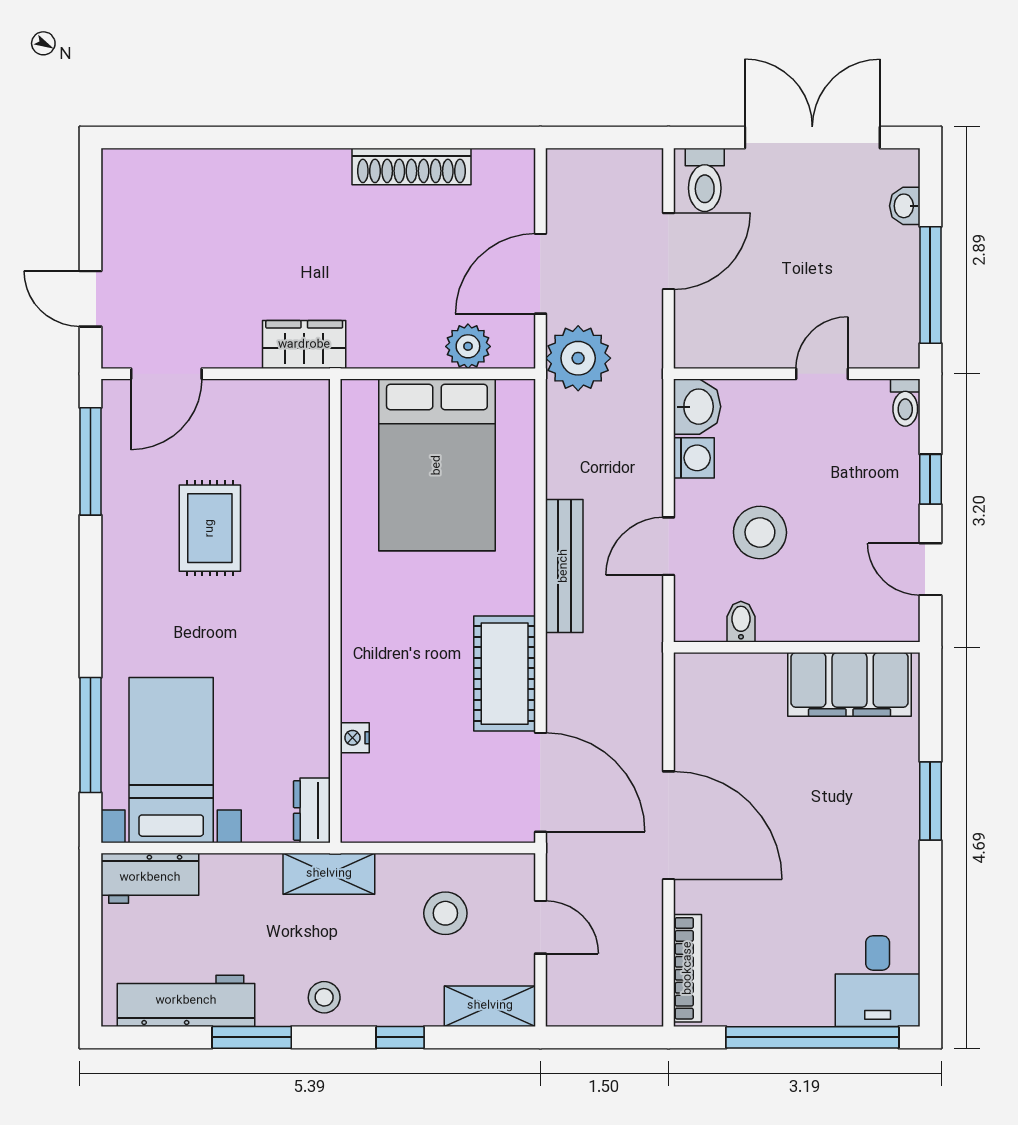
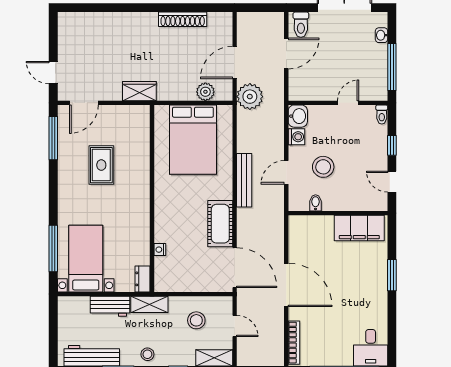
workbench: (150, 878) -> (110, 306), moved

